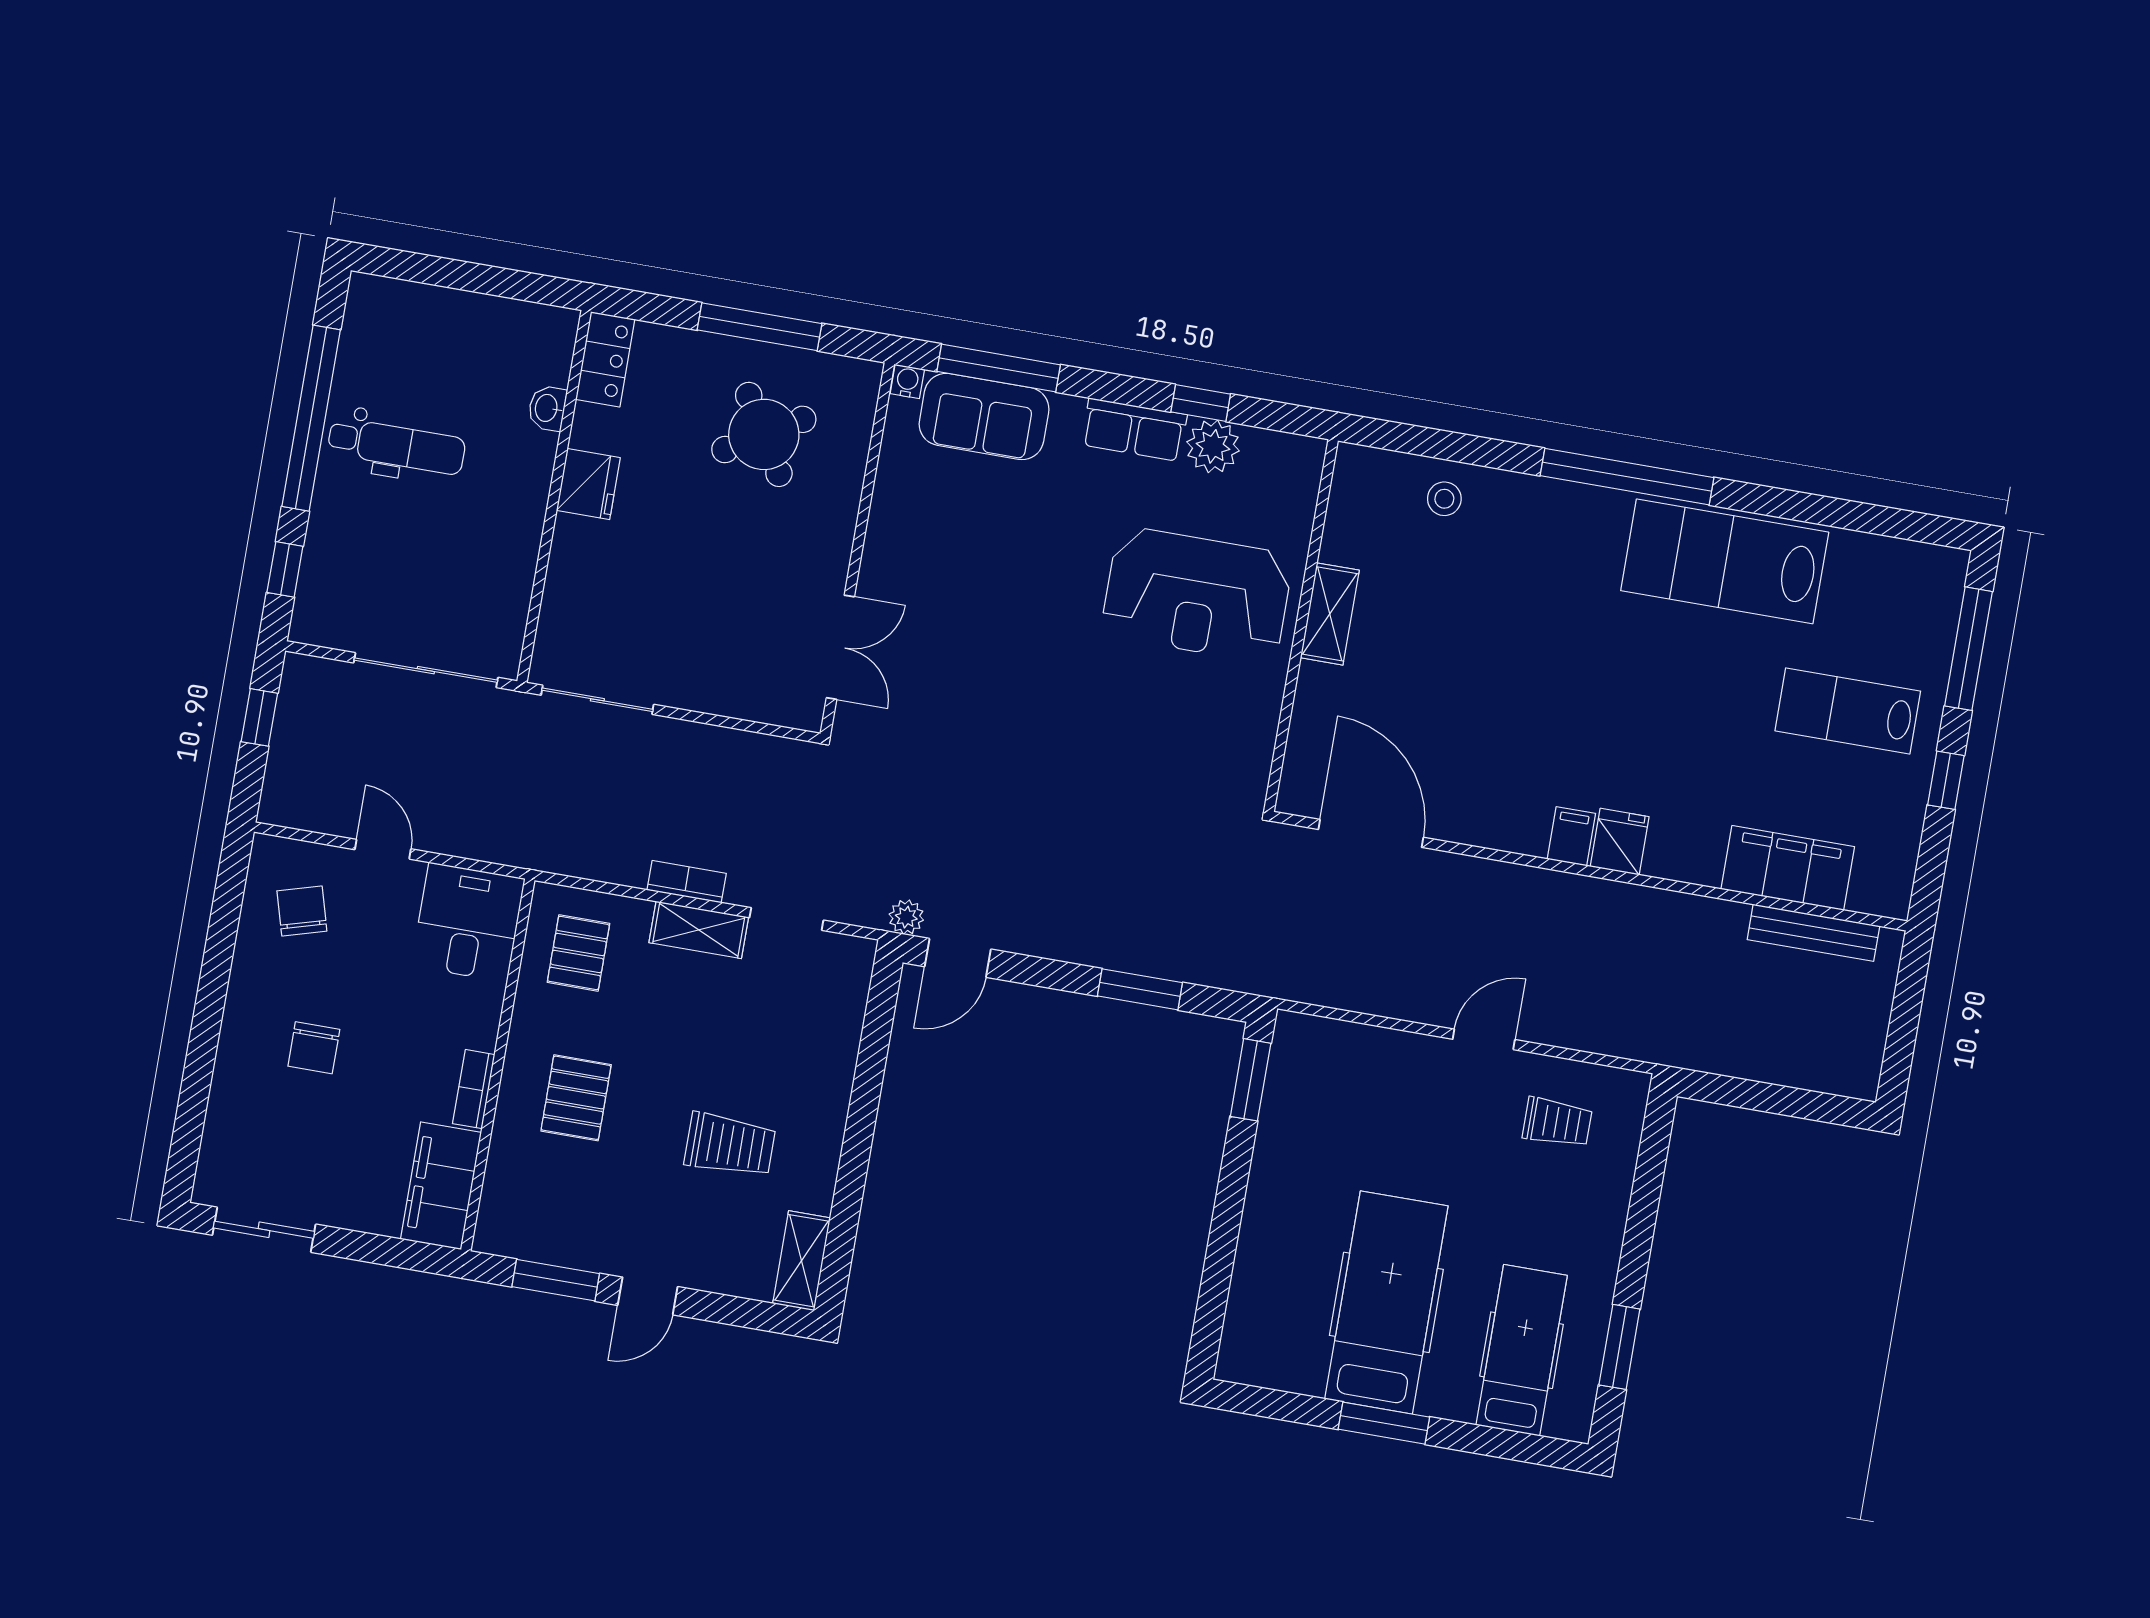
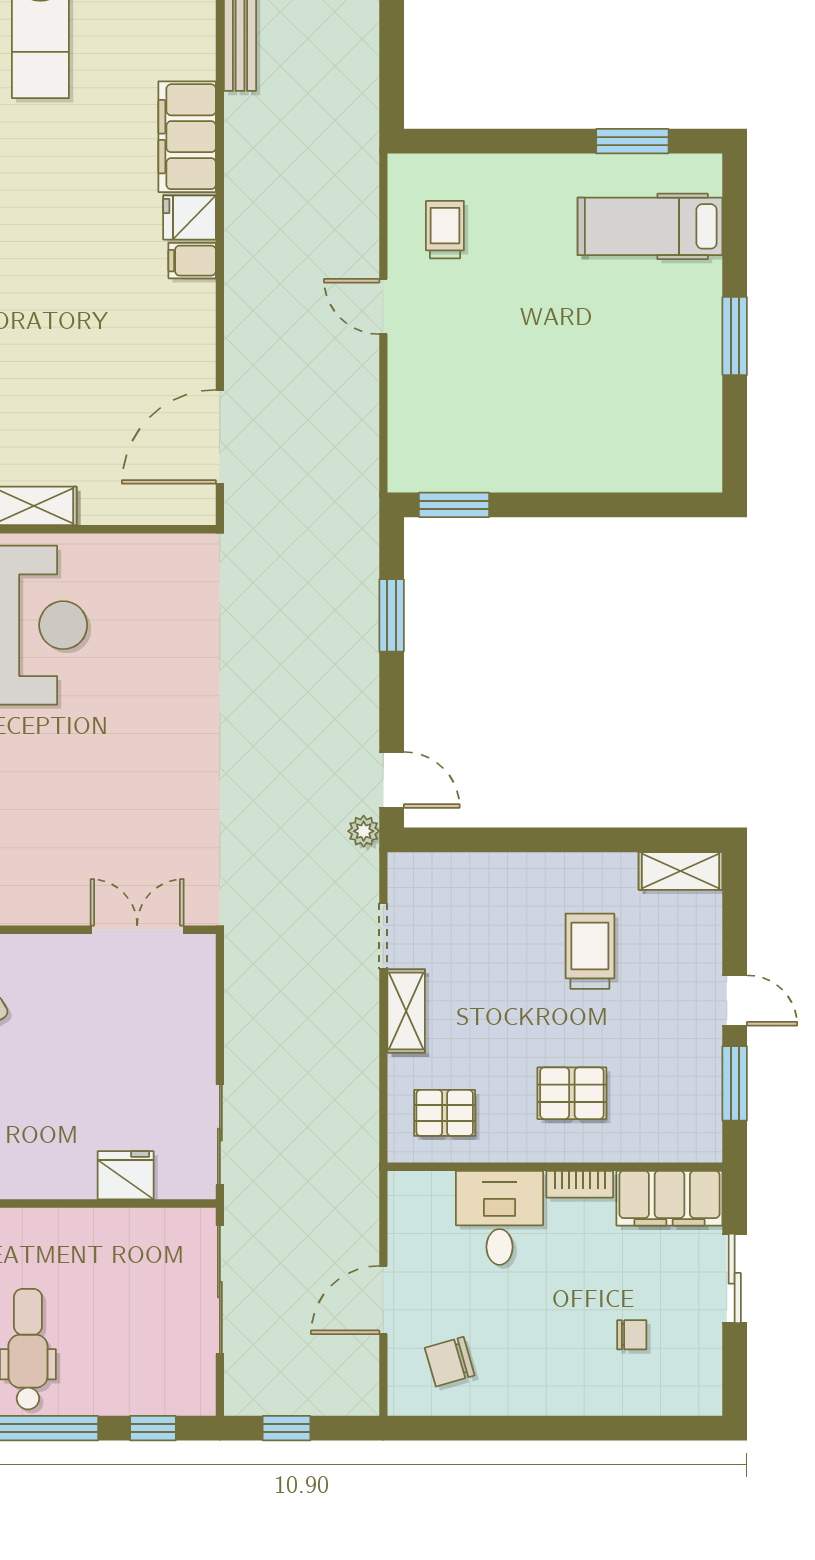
fridge: (588, 484) -> (126, 1175), moved
door: (383, 849) -> (383, 1300), width x1.37
filing cabinet: (1788, 868) -> (187, 137), moved
bookcase: (687, 882) -> (366, 1029), removed
desk: (468, 922) -> (500, 1218), moved, turned 90
chair: (314, 1048) -> (632, 1335), moved, width x0.73, depth x0.73
sliding door: (264, 1230) -> (735, 1278), moved
hospital bed: (1386, 1302) -> (629, 352), removed

